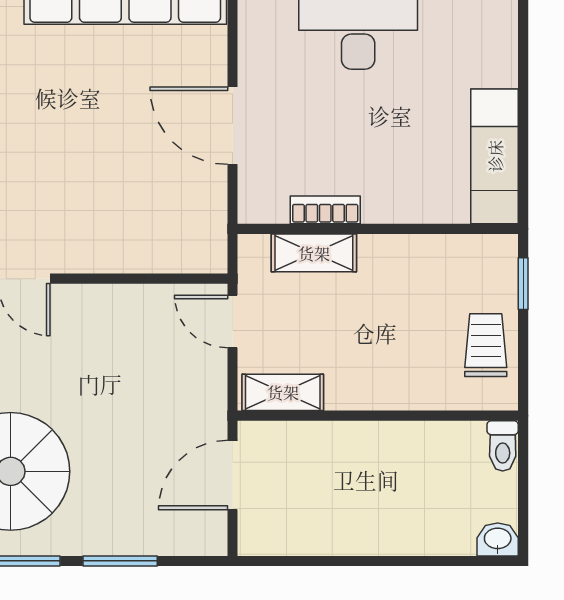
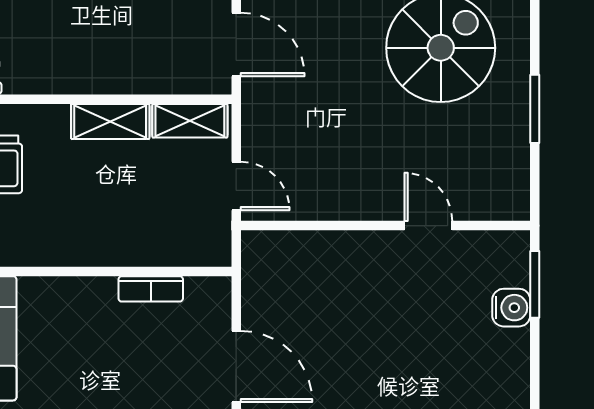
shelving: (314, 253) -> (110, 121), moved
door: (233, 475) -> (236, 44), hinge flipped

